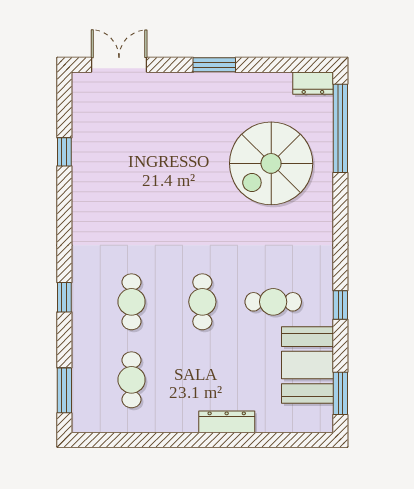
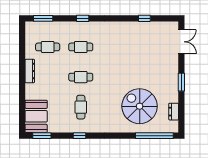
dresser: (313, 83) -> (174, 112), moved
booth: (308, 365) -> (36, 116), moved, turned 90
dresser: (227, 422) -> (30, 71), moved

